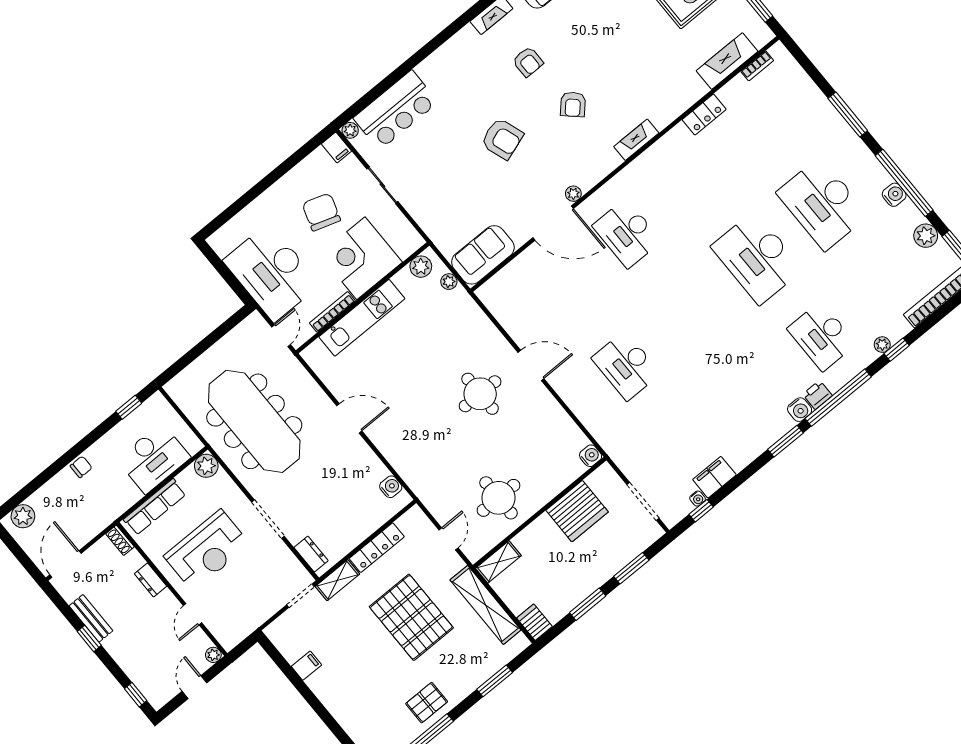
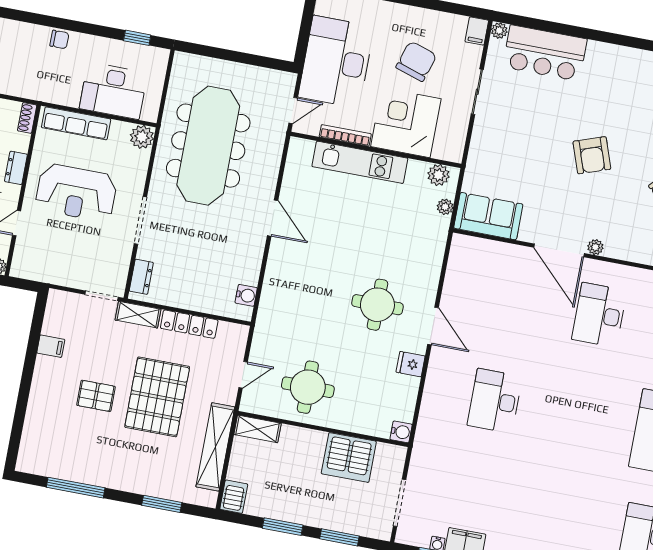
fridge: (546, 406) -> (411, 364), added
pallet: (427, 703) -> (96, 396), moved

